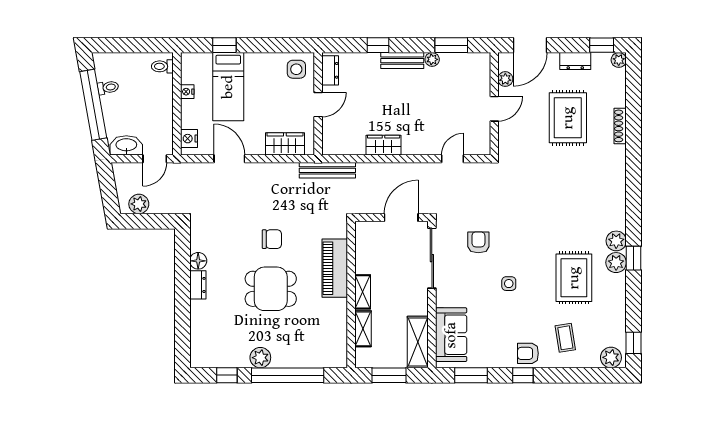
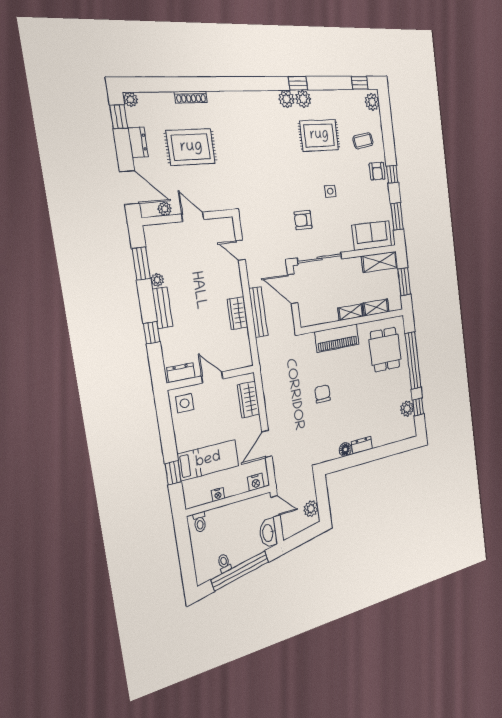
bench: (327, 170) -> (258, 312), moved
dining table: (271, 289) -> (385, 350), moved
plant: (260, 358) -> (407, 409), moved

